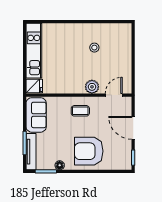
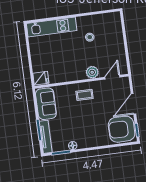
kitchen unit: (34, 51) -> (52, 27), moved, turned 90
door: (133, 128) -> (133, 104), hinge flipped
armchair: (89, 151) -> (122, 129), moved

